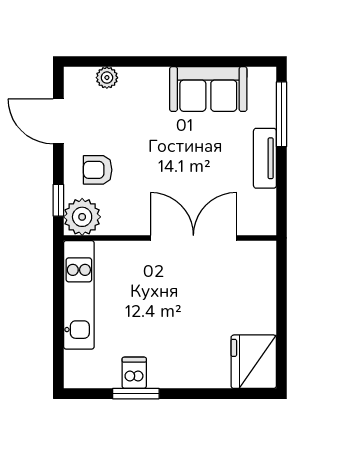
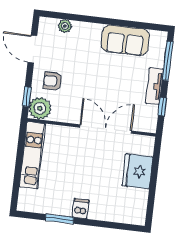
window: (282, 190) -> (162, 107), added
fridge: (254, 362) -> (137, 171), moved
dishwasher: (134, 373) -> (81, 209), moved

